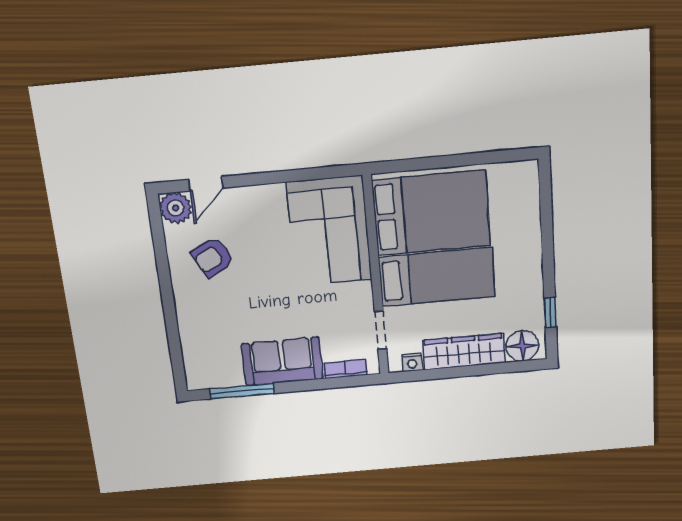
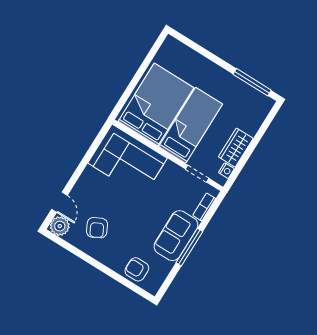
window: (550, 313) -> (252, 82), width x2.17
armchair: (202, 345) -> (137, 269), added
floor lamp: (522, 346) -> (260, 109), removed
wardrobe: (464, 352) -> (236, 148), width x0.67
window: (242, 391) -> (189, 247), moved

